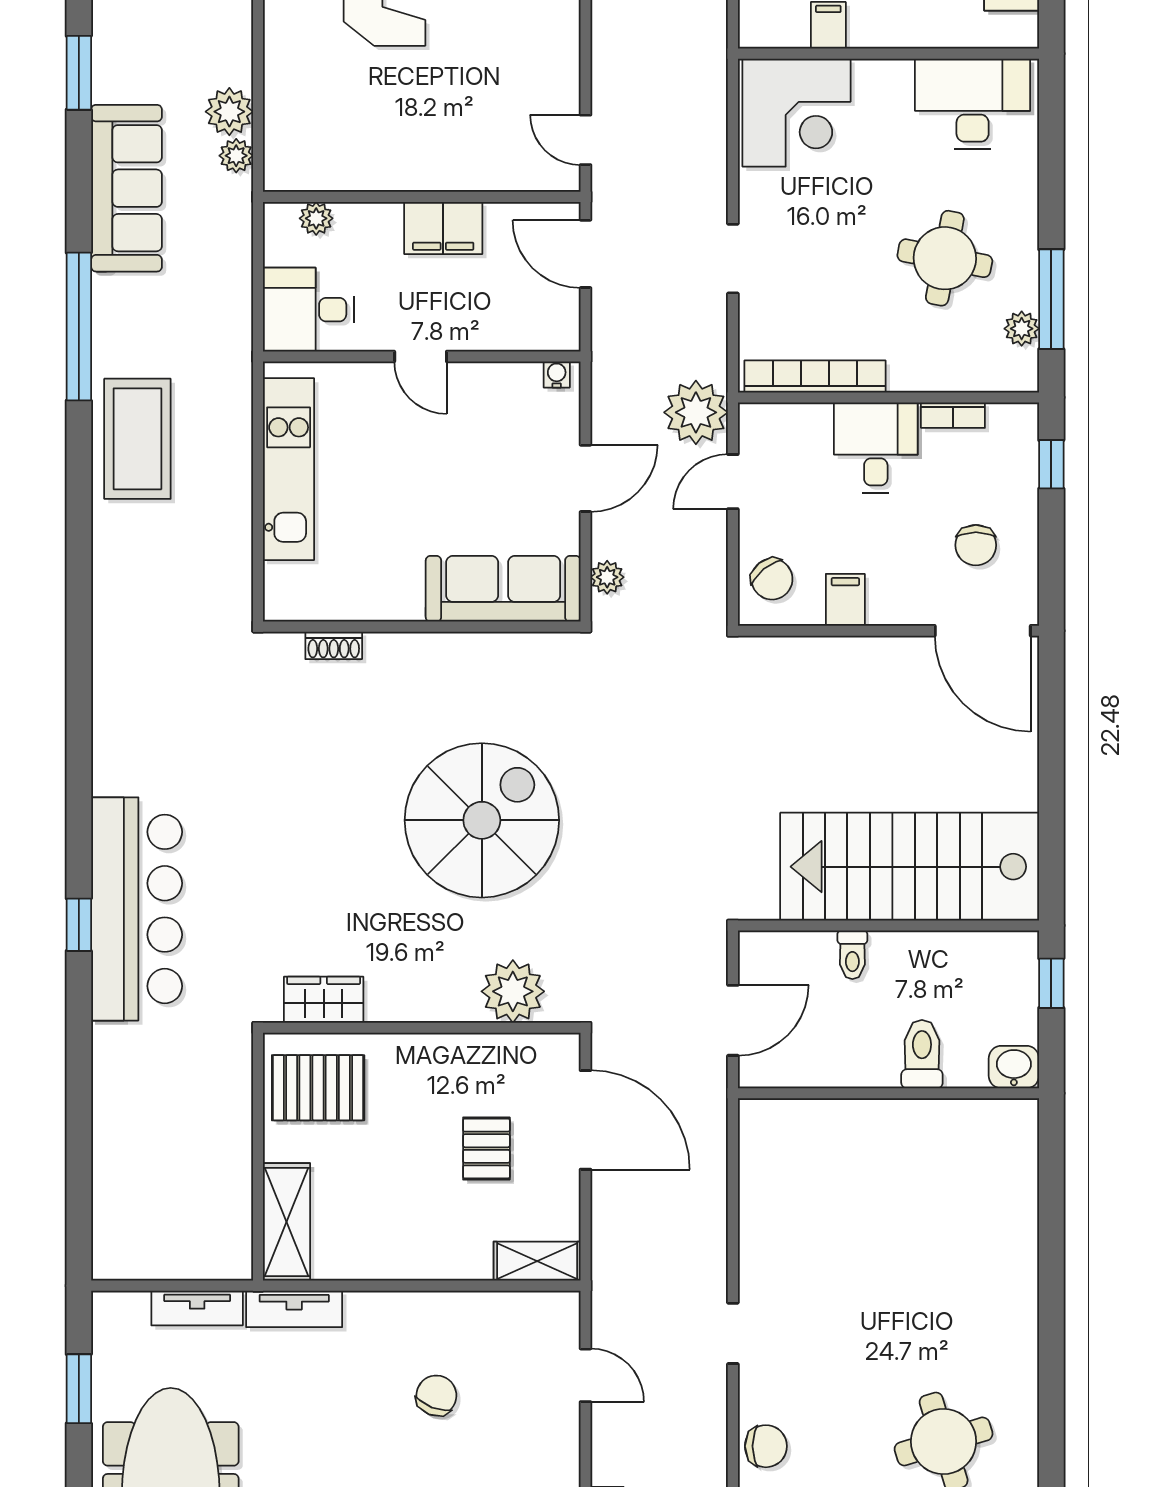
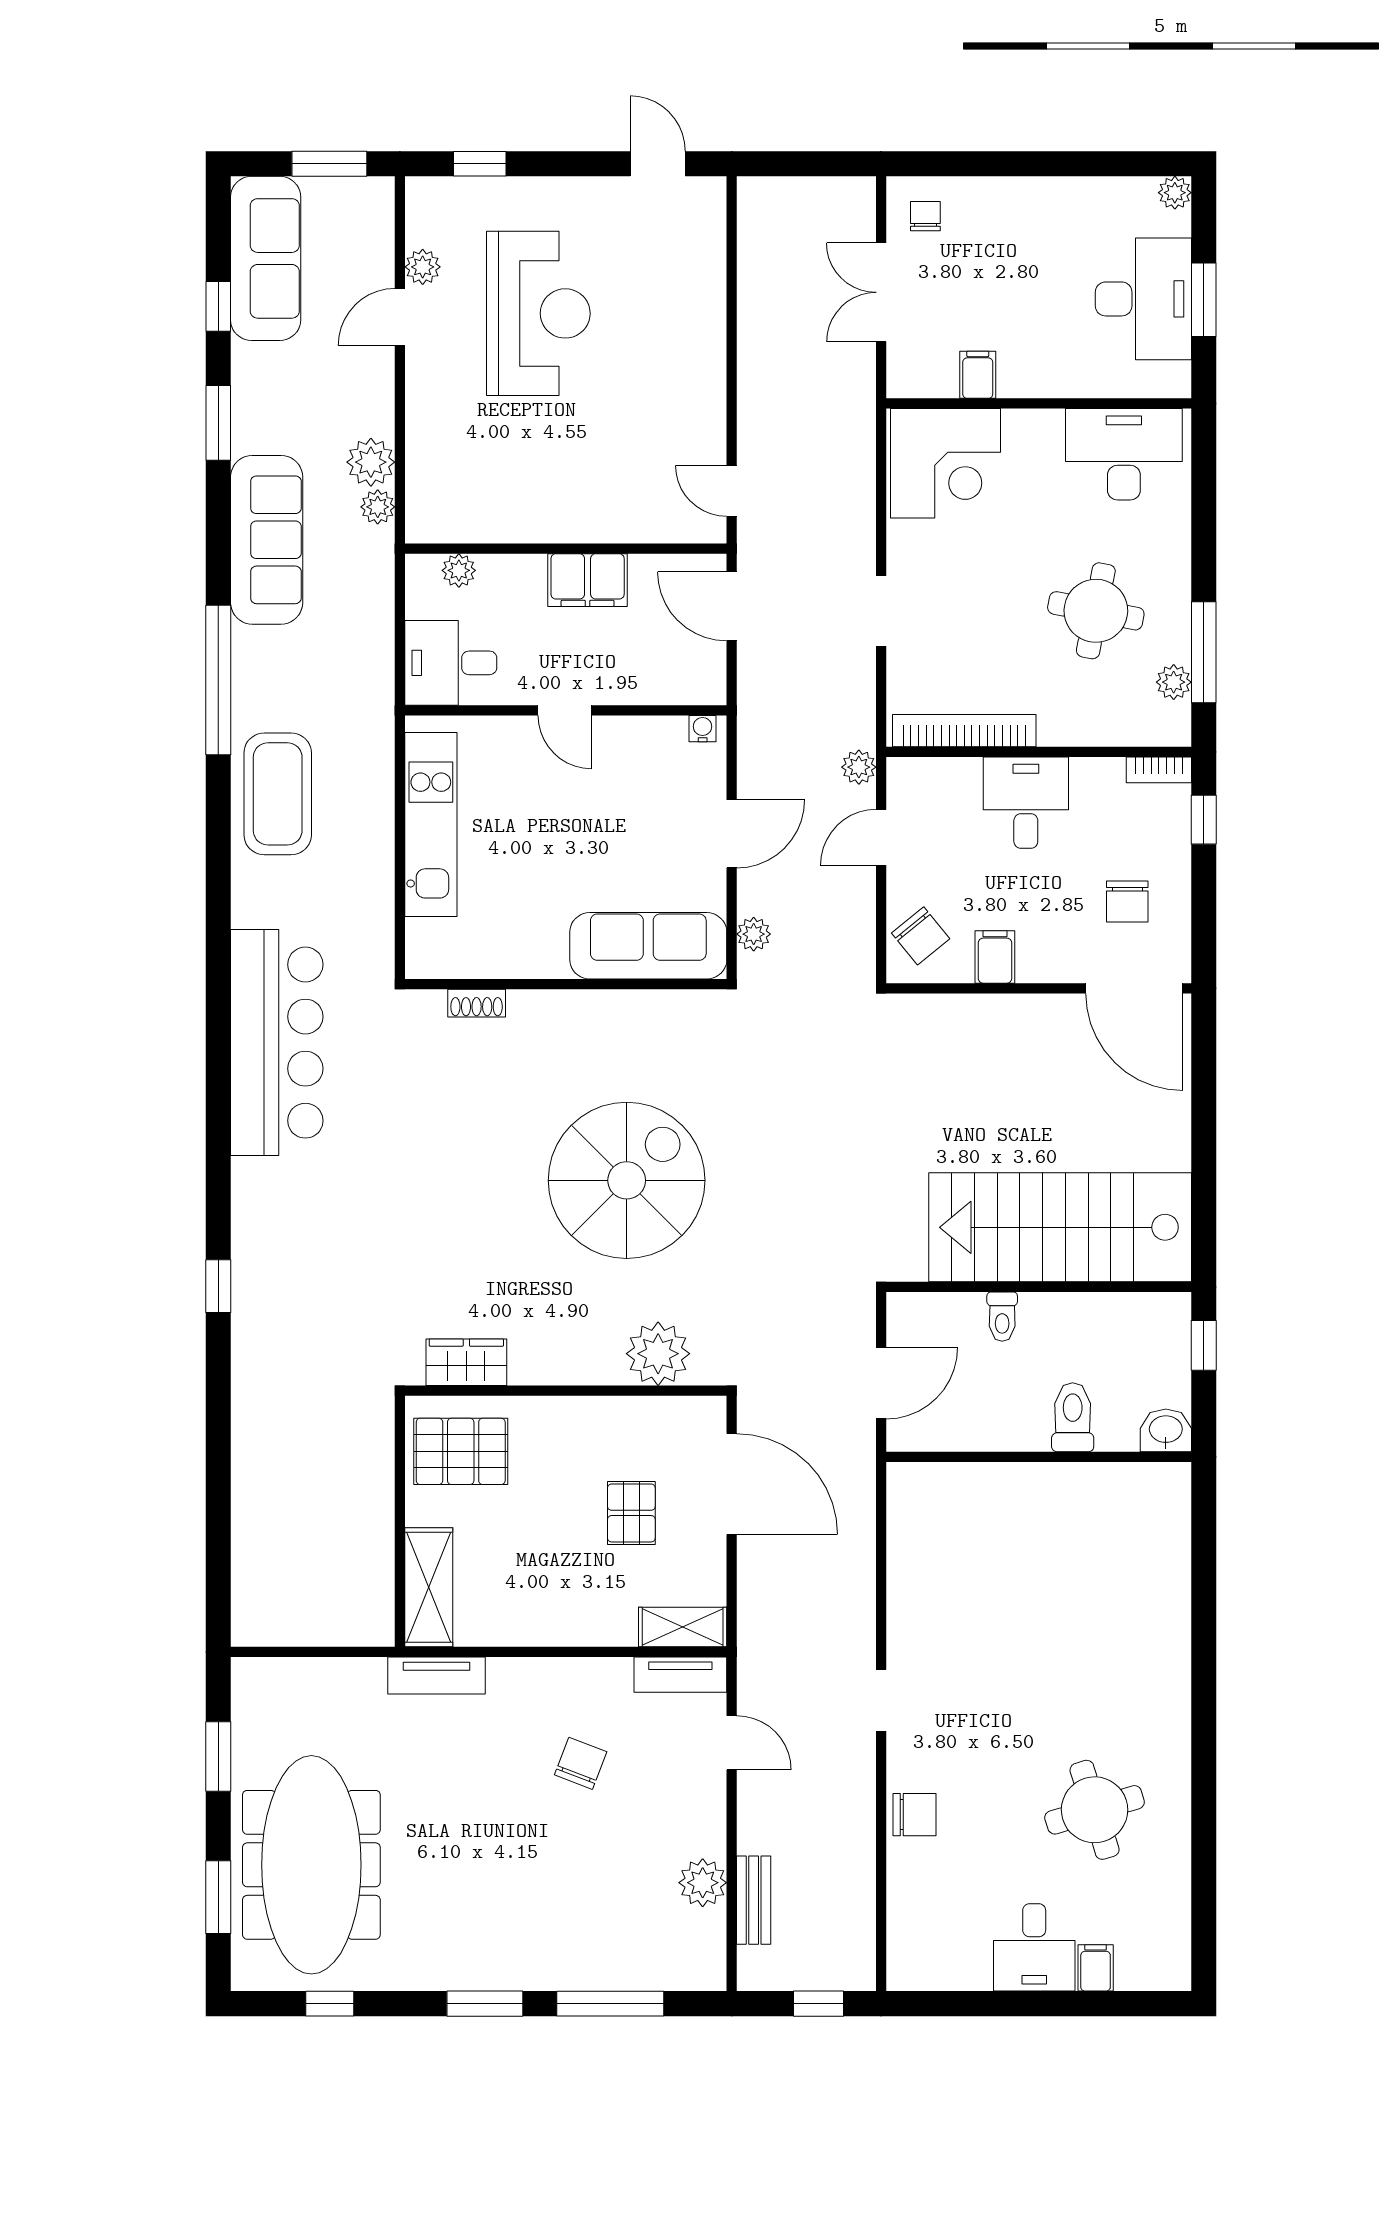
plant: (696, 412) -> (859, 767), width x0.53, depth x0.53
bookcase: (953, 415) -> (1159, 770), moved
bar counter: (137, 909) -> (277, 1043), moved
tv unit: (197, 1308) -> (680, 1675), moved

